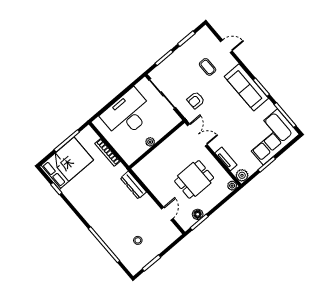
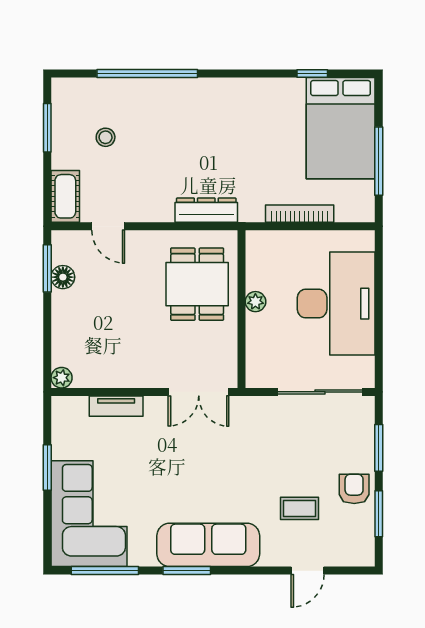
armchair: (196, 100) -> (354, 489), moved
plant: (242, 175) -> (65, 409), removed
dining table: (194, 179) -> (197, 284), moved
cot: (170, 237) -> (65, 196), added

